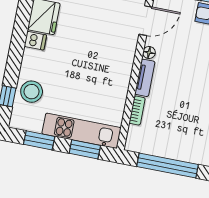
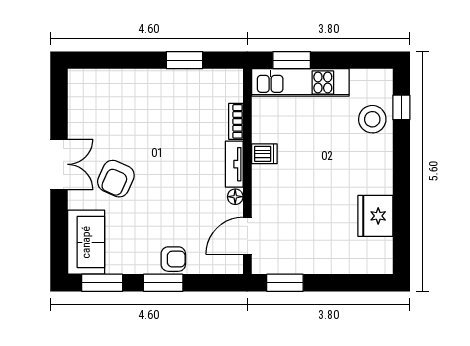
dishwasher: (35, 41) -> (264, 154), moved, turned 180
window: (39, 140) -> (351, 60), removed
window: (167, 166) -> (184, 60), width x0.47

